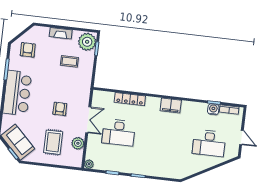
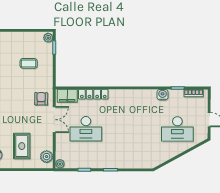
fireplace: (61, 33) -> (17, 36), removed
plant: (87, 42) -> (48, 38), width x0.53, depth x0.53
filing cabinet: (171, 105) -> (67, 96), moved
armchair: (60, 109) -> (41, 99), moved
water cooler: (213, 109) -> (163, 95), moved
plant: (78, 143) -> (47, 157), moved

